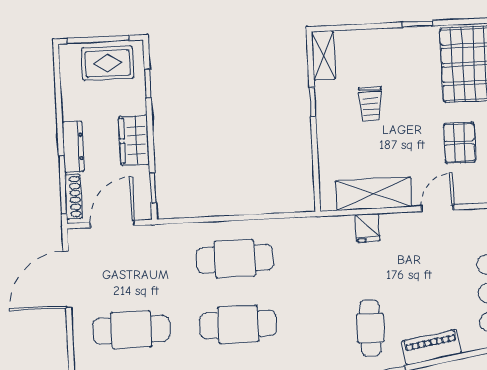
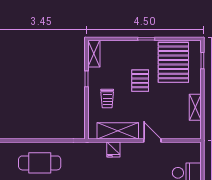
trolley: (371, 104) -> (107, 98), moved
pallet: (459, 143) -> (140, 81), moved
door: (438, 208) -> (152, 141), hinge flipped

